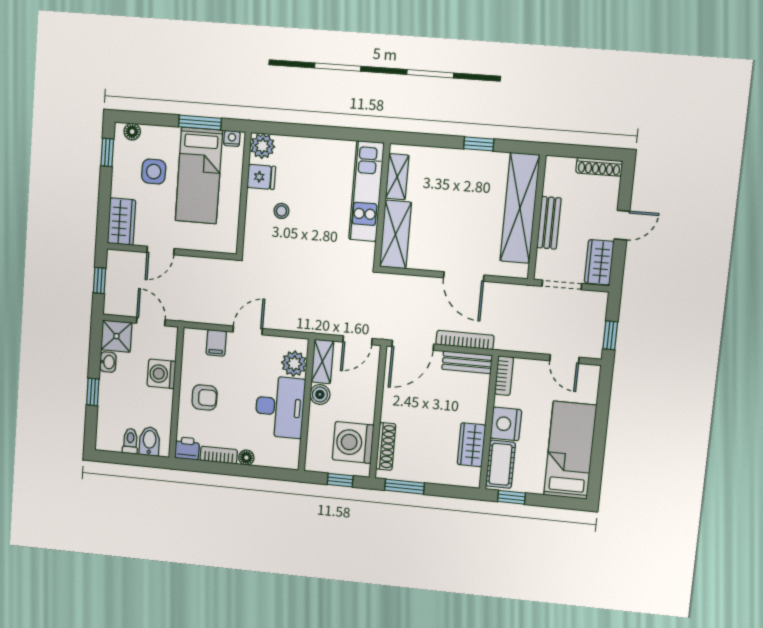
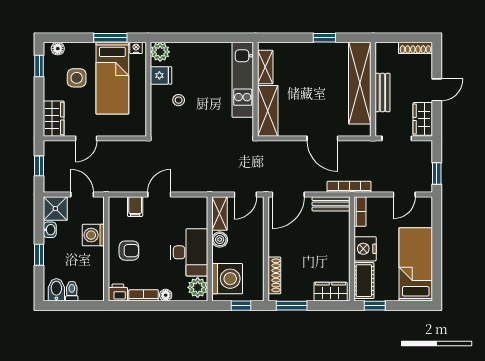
bookcase: (465, 340) -> (349, 187), moved
door: (564, 359) -> (404, 195), hinge flipped
plant: (294, 364) -> (198, 287), moved
bidet: (149, 441) -> (56, 290), moved
washing machine: (353, 442) -> (227, 279), moved, turned 180
wardrobe: (471, 445) -> (331, 292), moved, turned 90

